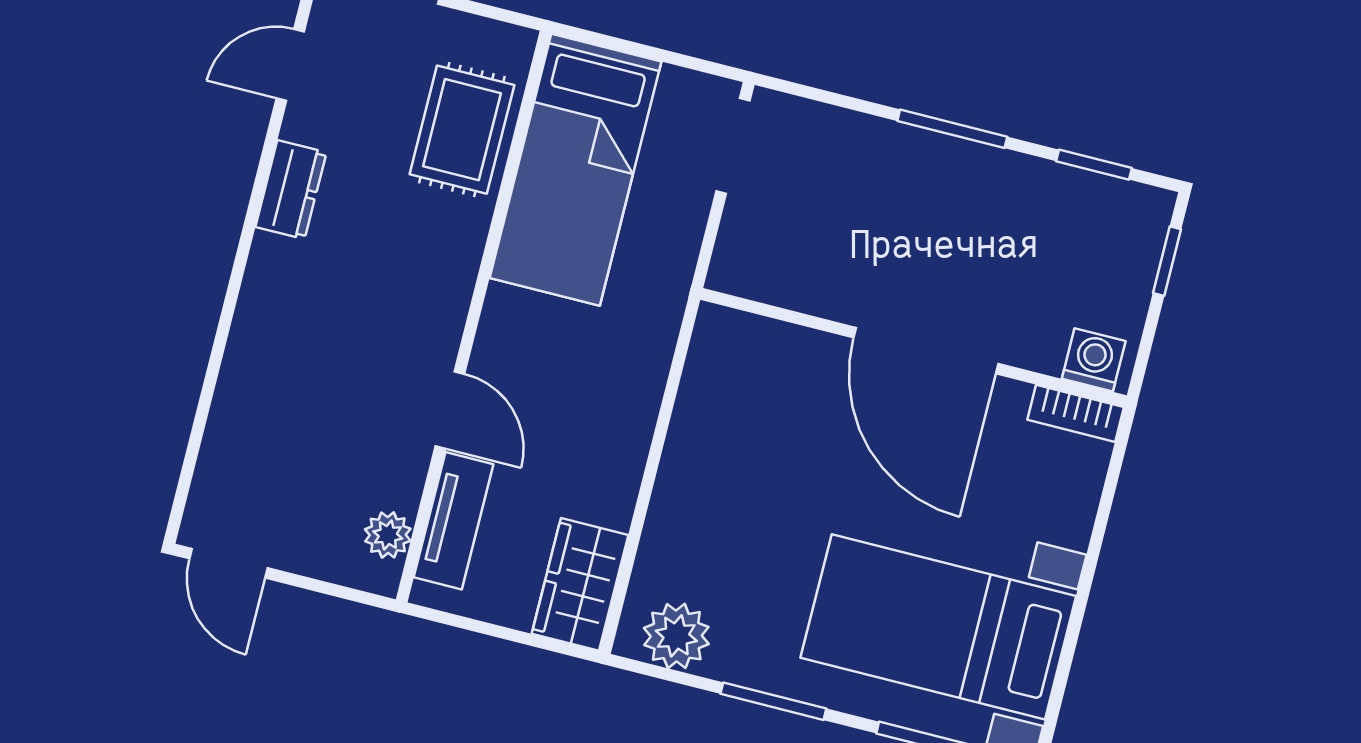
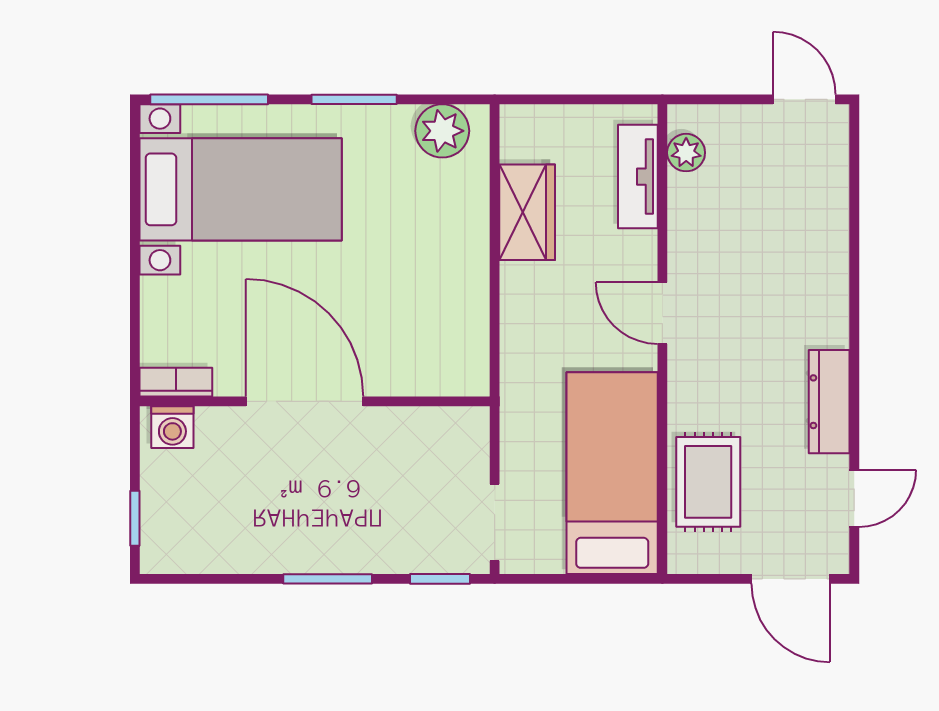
window: (1094, 165) -> (440, 579), moved
dresser: (291, 190) -> (829, 402), width x1.44
door: (450, 410) -> (662, 313), moved
wardrobe: (580, 584) -> (527, 212), moved

